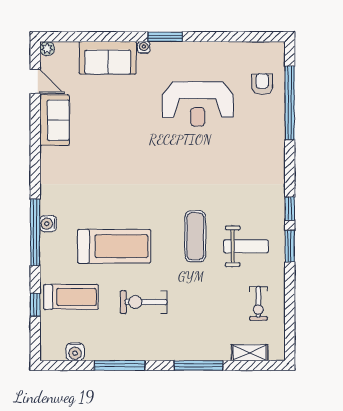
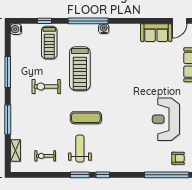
water cooler: (48, 224) -> (104, 29), moved
weight bench: (246, 246) -> (80, 148), turned 180
exercise bike: (144, 302) -> (46, 87), turned -90
water cooler: (75, 352) -> (16, 29), moved

